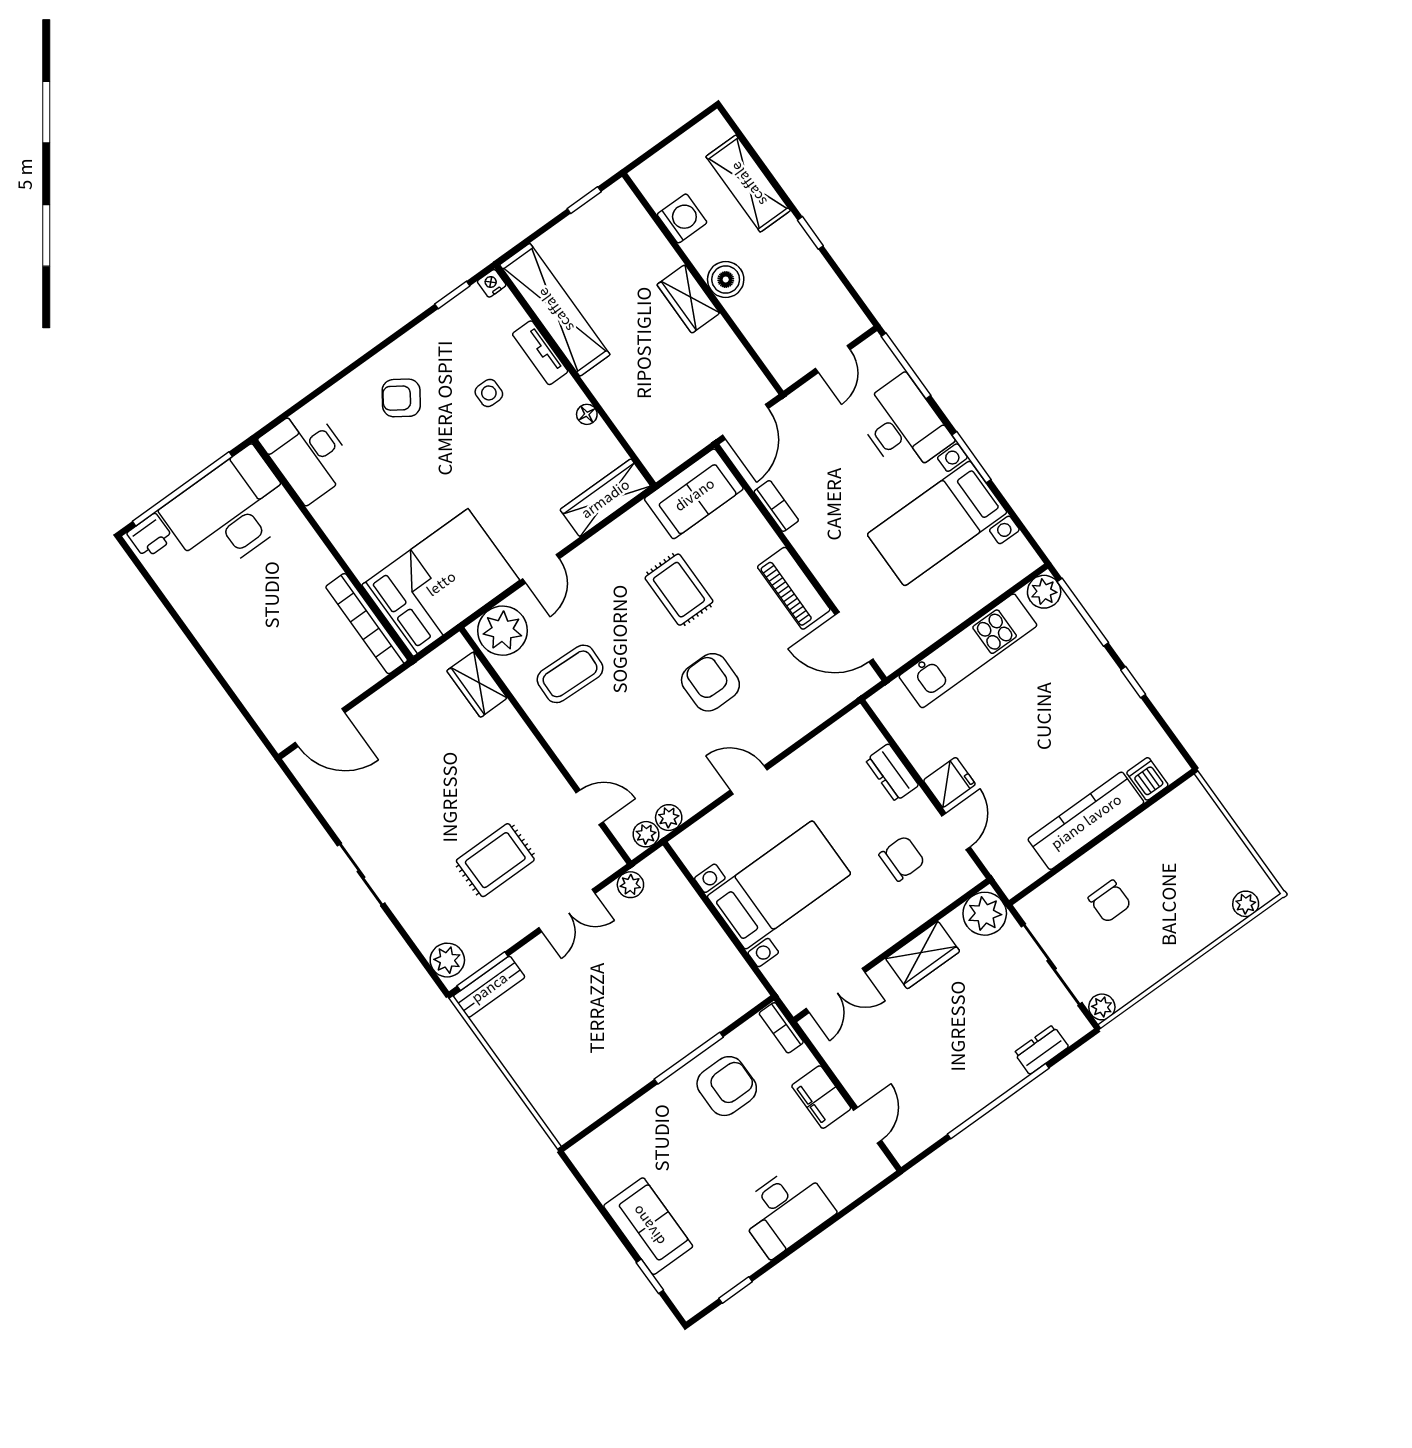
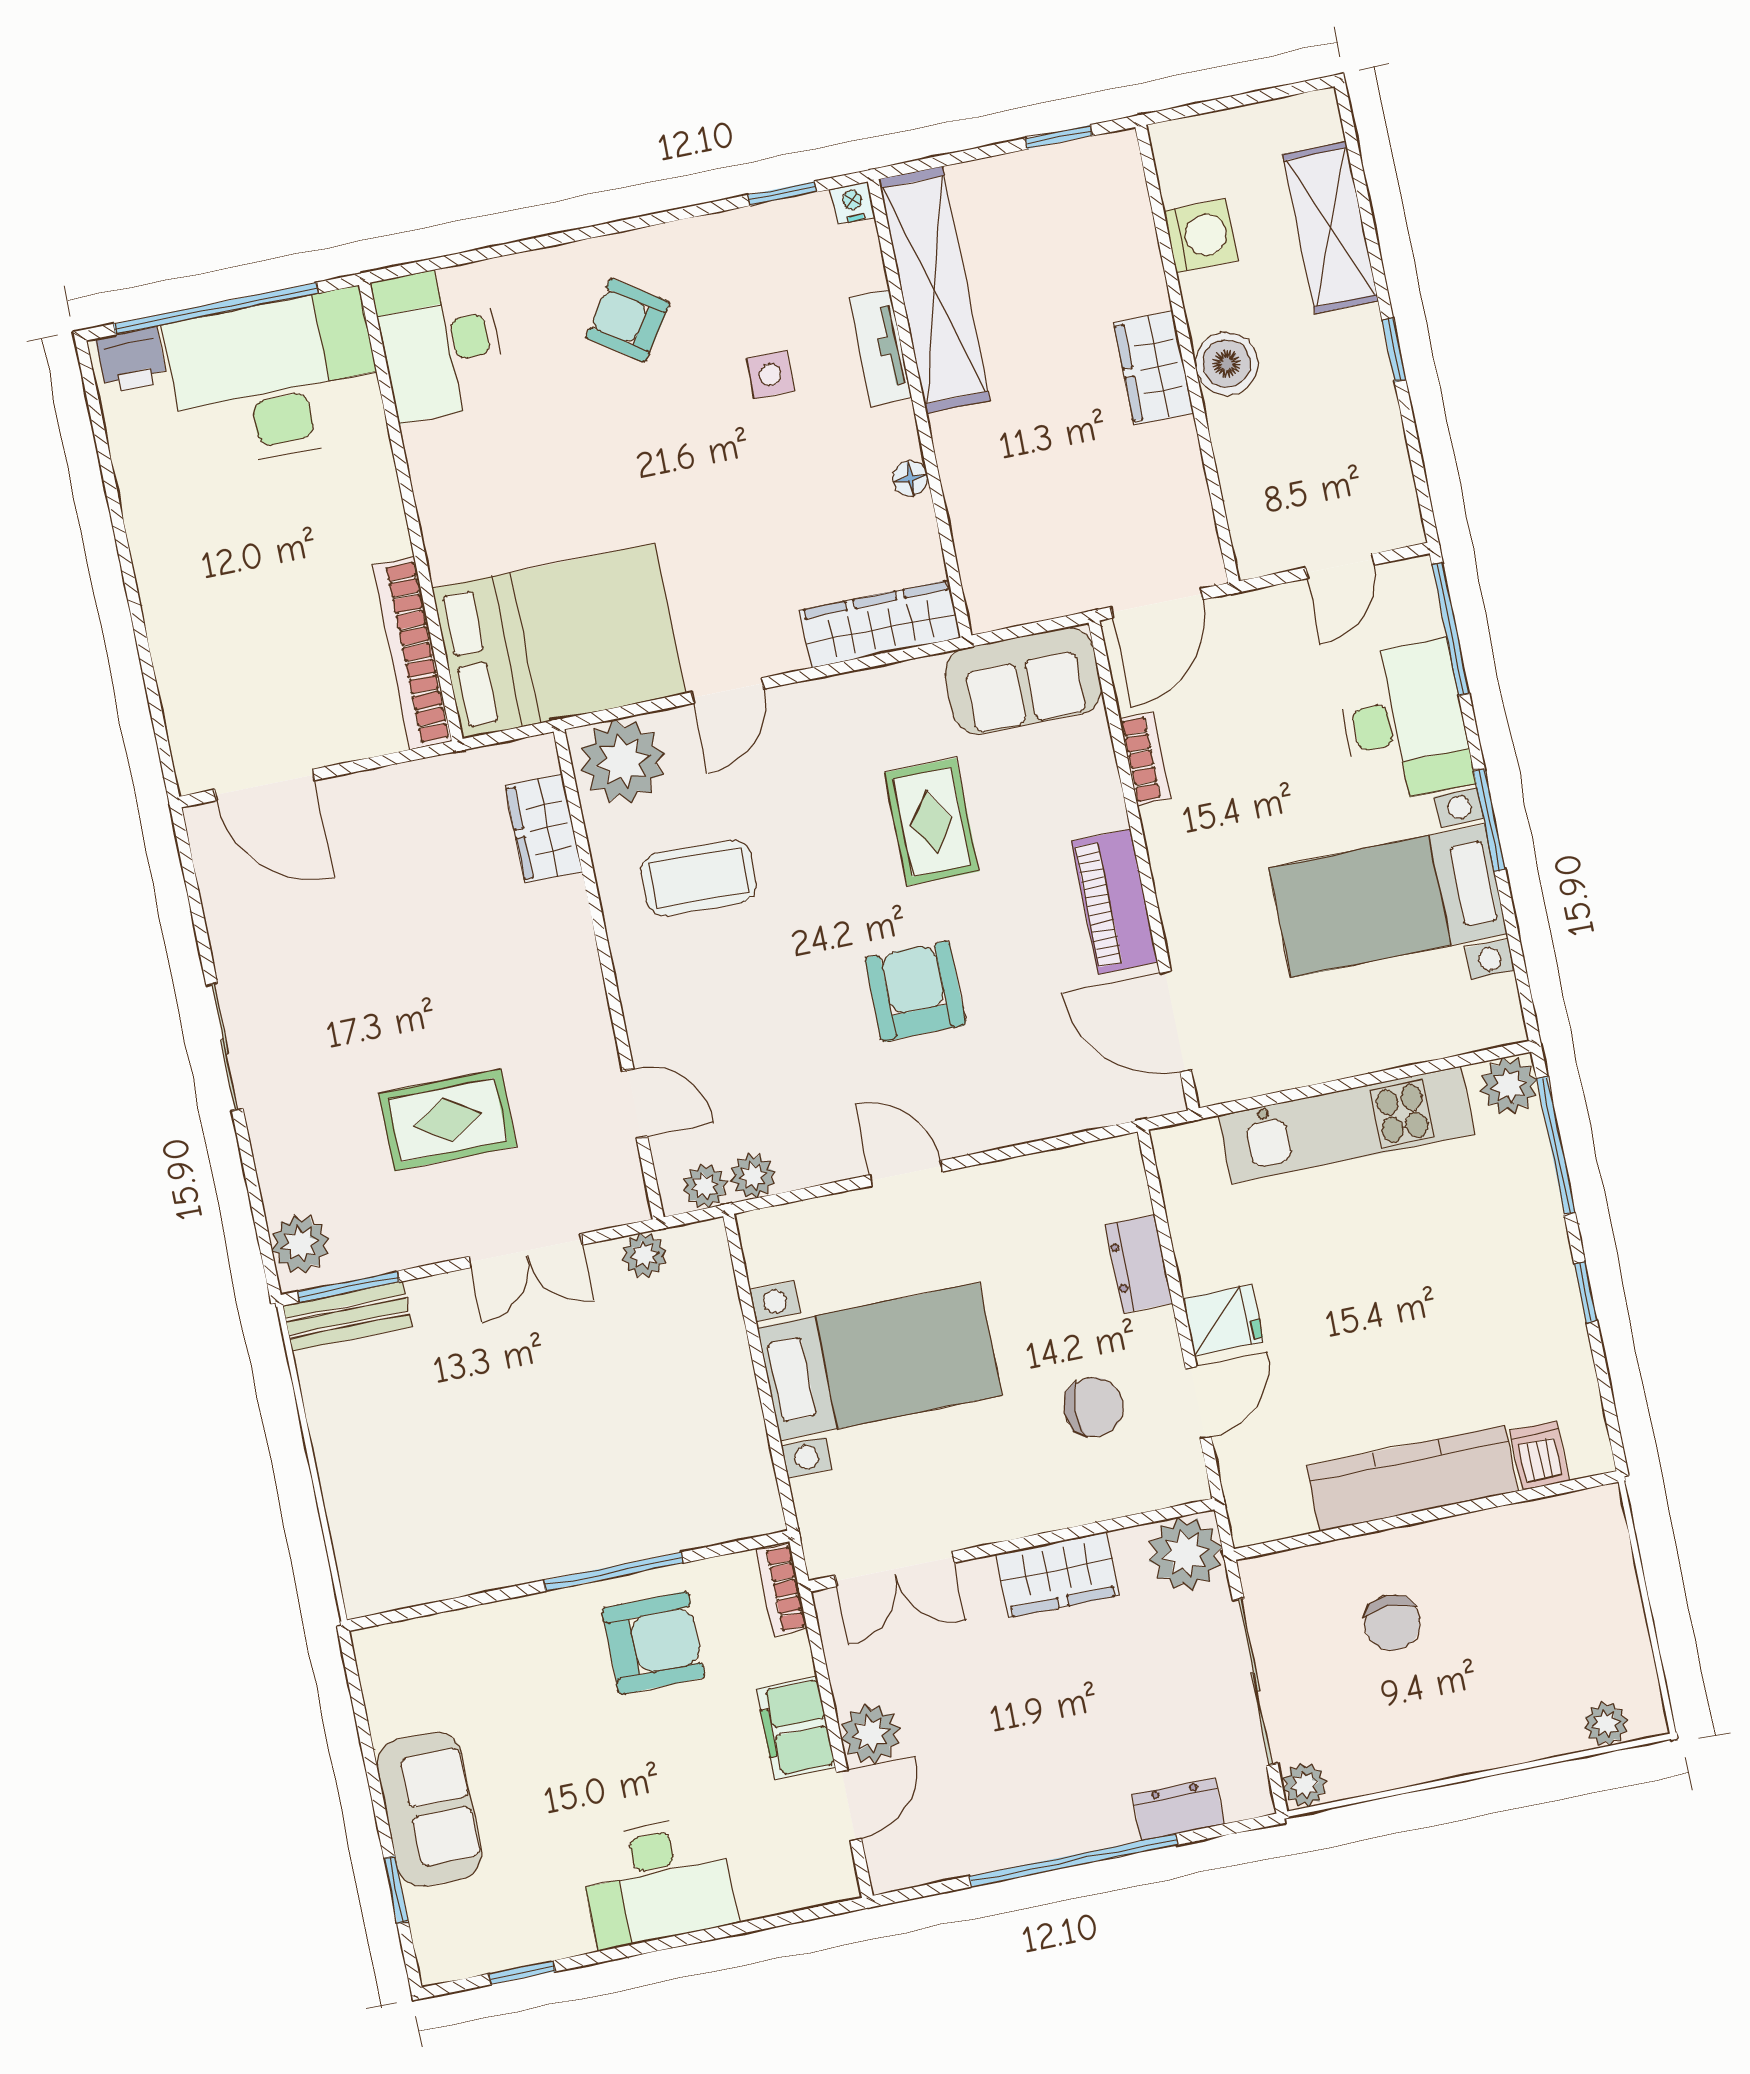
plant: (862, 1083) -> (870, 1734), added

